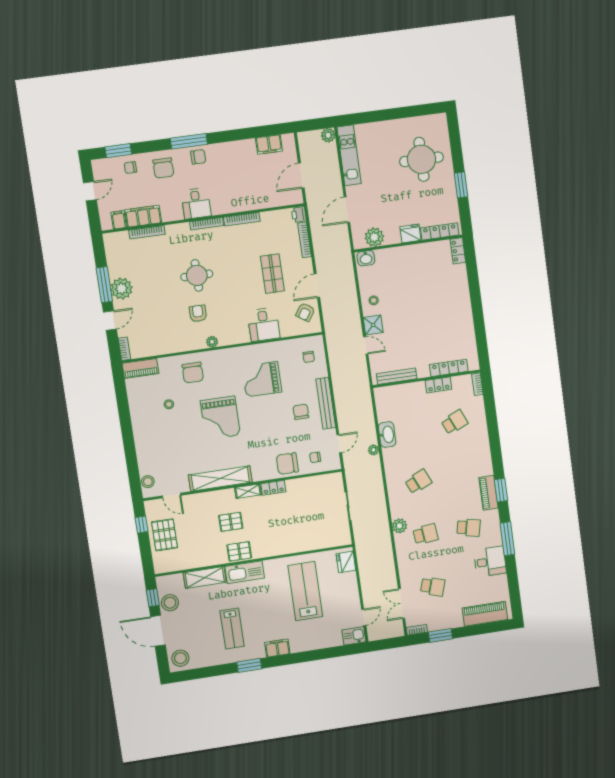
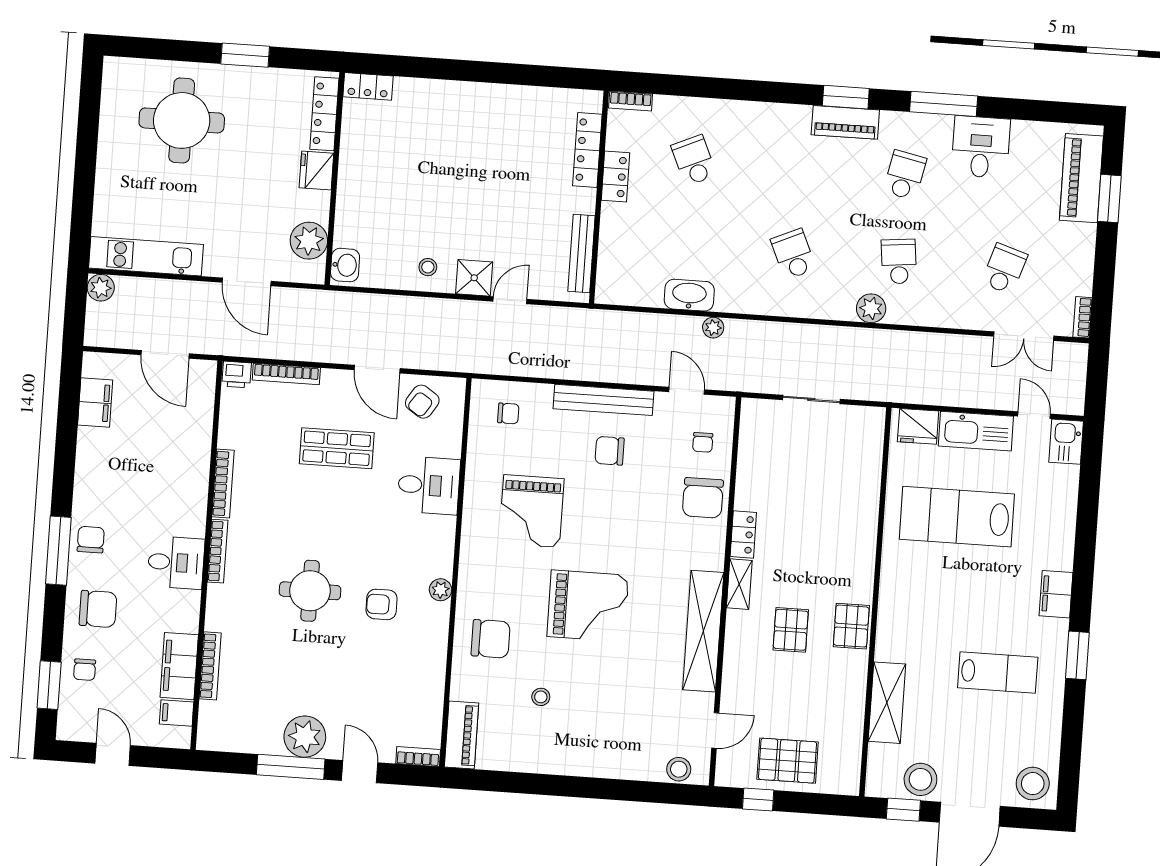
armchair: (305, 312) -> (422, 402), turned 89
kitchen sink: (245, 572) -> (976, 431), moved, turned 90
window: (440, 635) -> (1109, 198), moved

